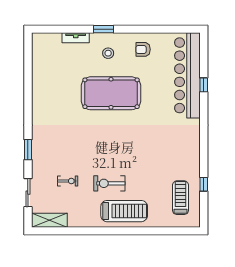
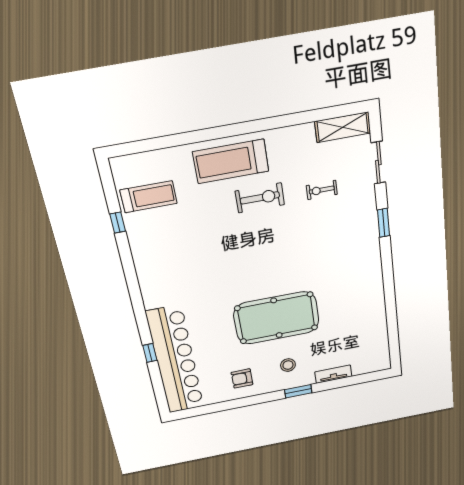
armchair: (143, 49) -> (242, 378), turned 180
treadmill: (181, 198) -> (149, 197), turned -90

